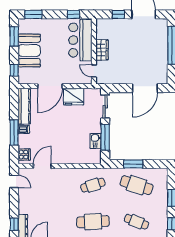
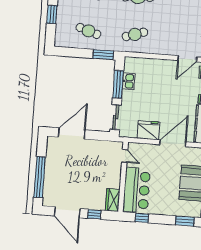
wardrobe: (102, 50) -> (113, 200), moved
window: (133, 164) -> (103, 55), moved
cafe table: (137, 185) -> (88, 31), width x0.73, depth x0.74

